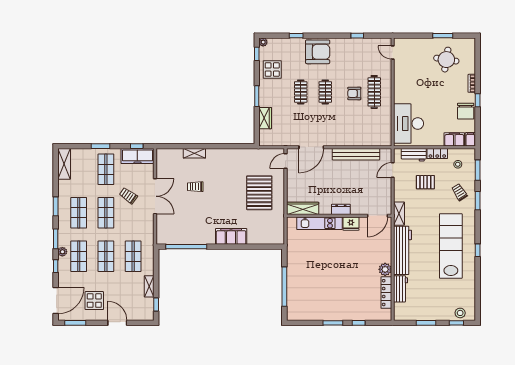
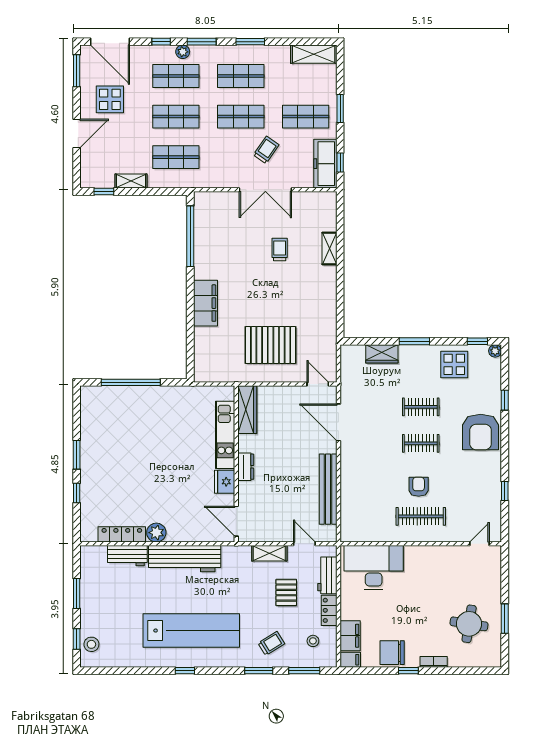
shelving: (399, 214) -> (269, 553), moved

